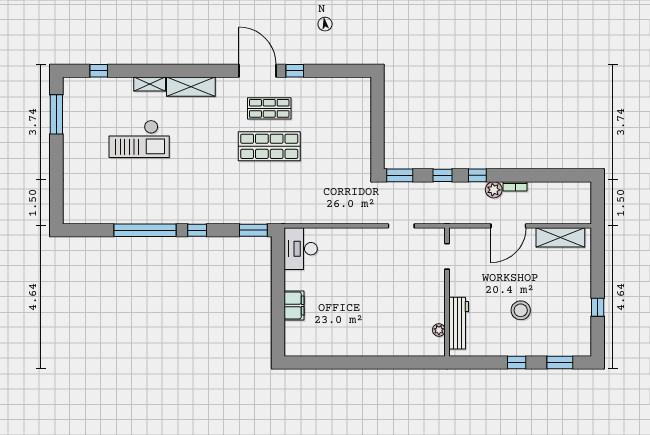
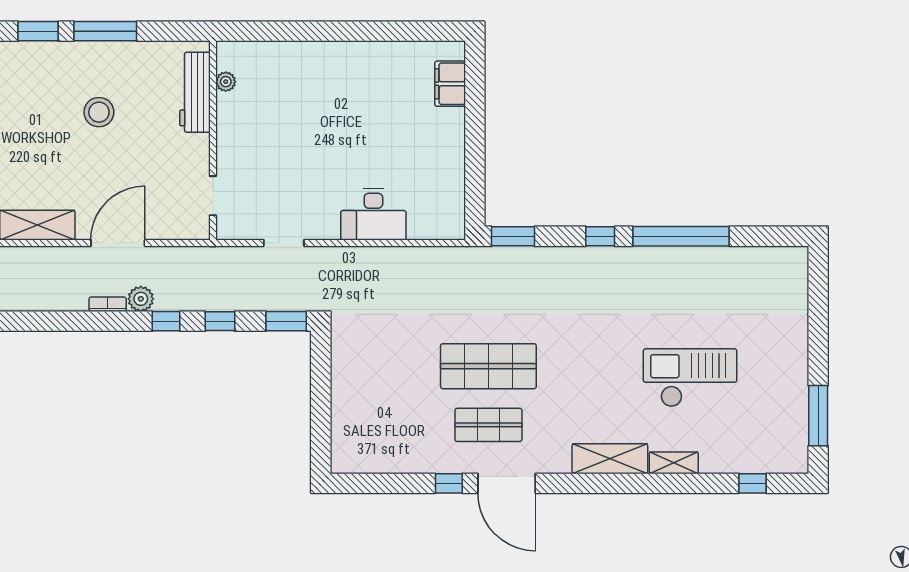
desk: (301, 249) -> (373, 215), moved, turned 90
filing cabinet: (294, 305) -> (450, 84), moved
window: (517, 363) -> (105, 31), width x2.17

